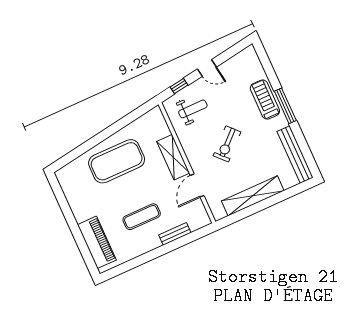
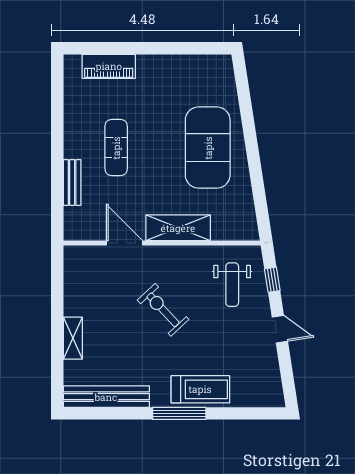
door: (207, 68) -> (280, 329), swing flipped
shelving: (253, 196) -> (73, 338), width x0.45, depth x0.75
piano: (97, 242) -> (109, 66), width x0.73, depth x0.75

